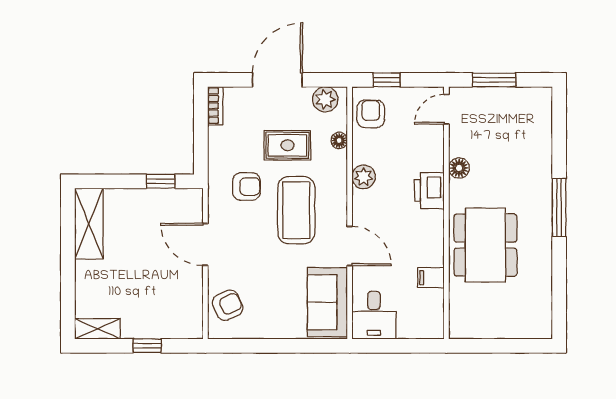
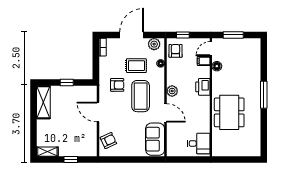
floor lamp: (459, 168) -> (217, 66), moved
plant: (364, 177) -> (172, 91), moved
window: (161, 181) -> (67, 82), moved
filing cabinet: (431, 278) -> (204, 61), moved
desk: (374, 315) -> (199, 144), moved, turned -90

